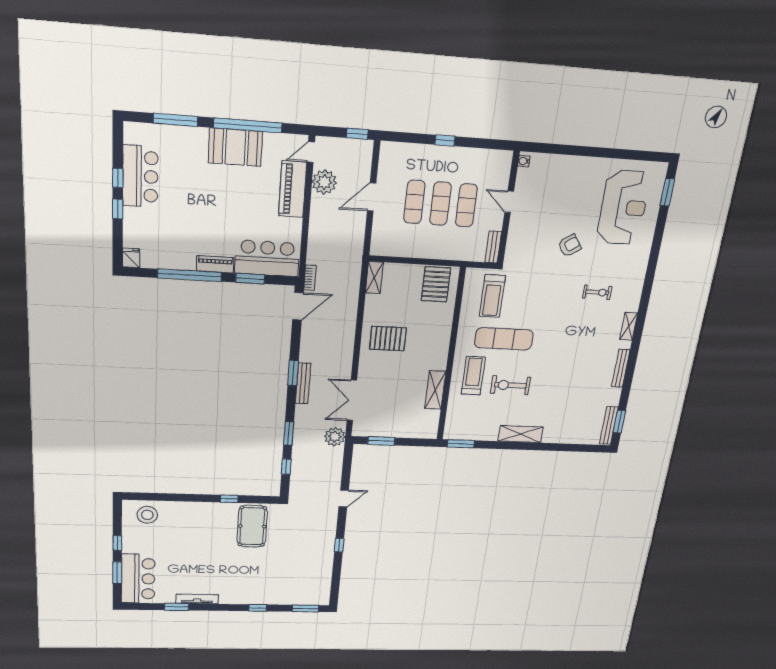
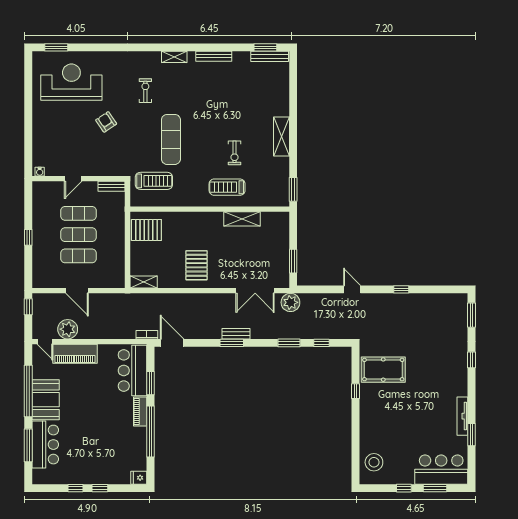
bar counter: (140, 176) -> (45, 445), moved, turned 90
exercise mat: (504, 339) -> (171, 139), moved
bench: (303, 383) -> (236, 334), width x0.73
exercise bike: (510, 385) -> (234, 153), width x0.73, depth x0.72

